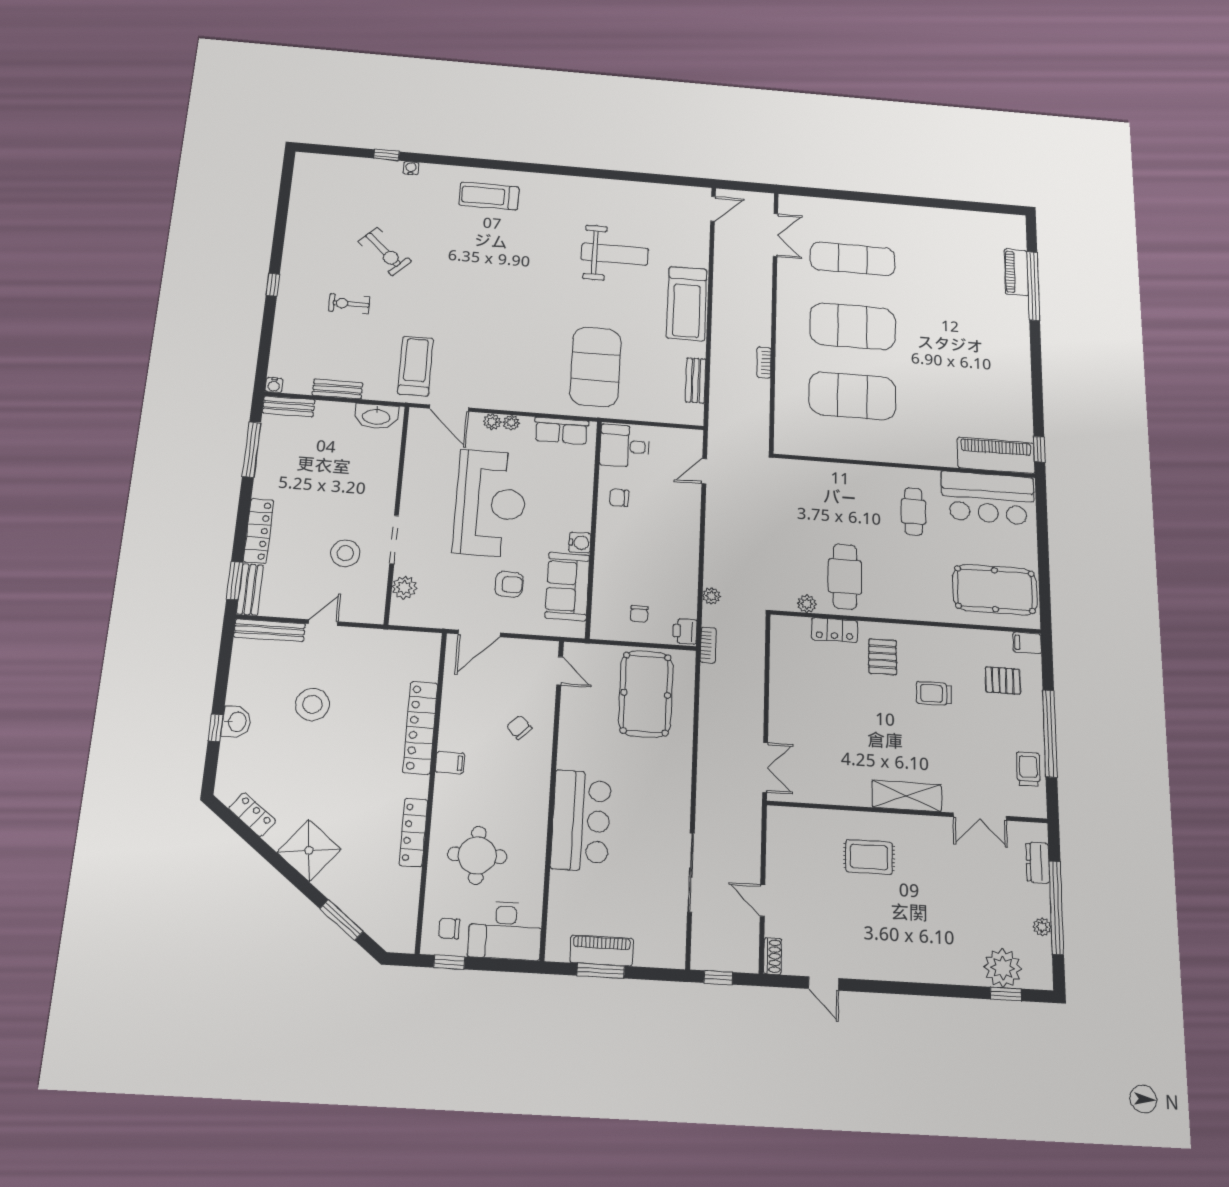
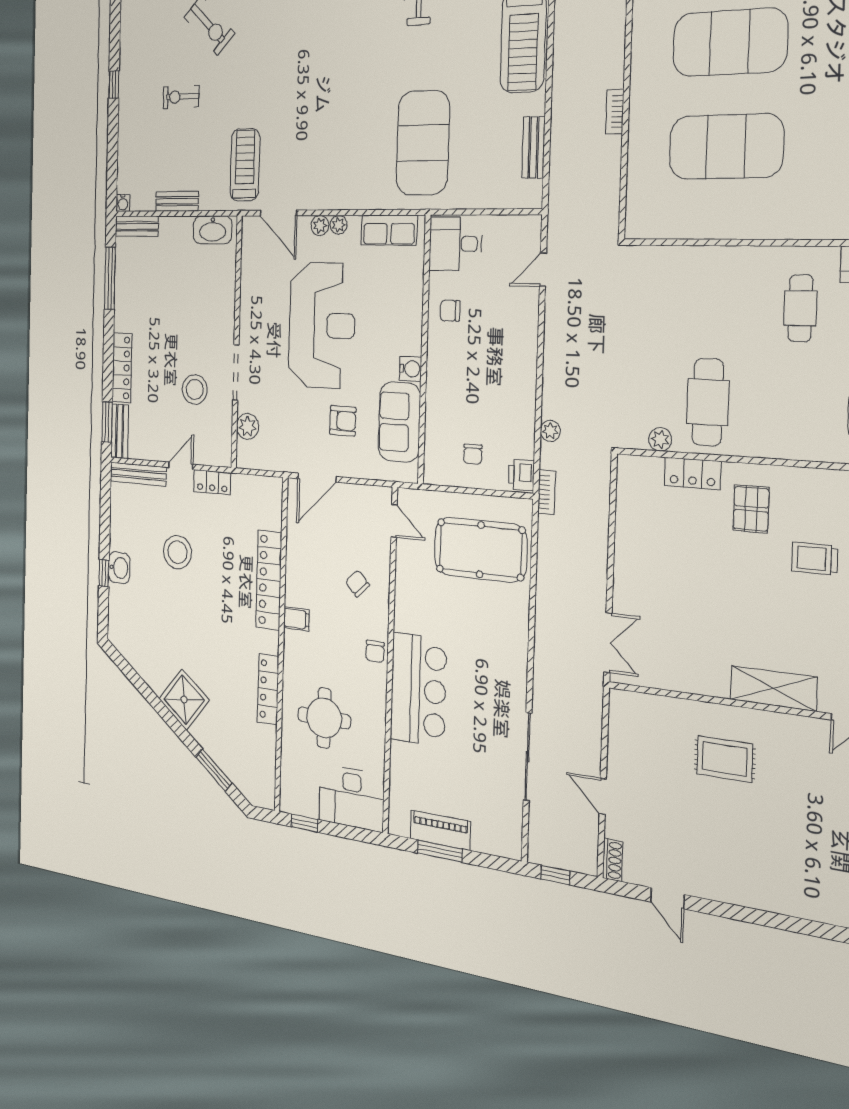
pool table: (646, 694) -> (480, 550), turned 90
locker: (252, 815) -> (212, 482), moved, turned 142
chair: (449, 928) -> (375, 651), moved, turned -90

